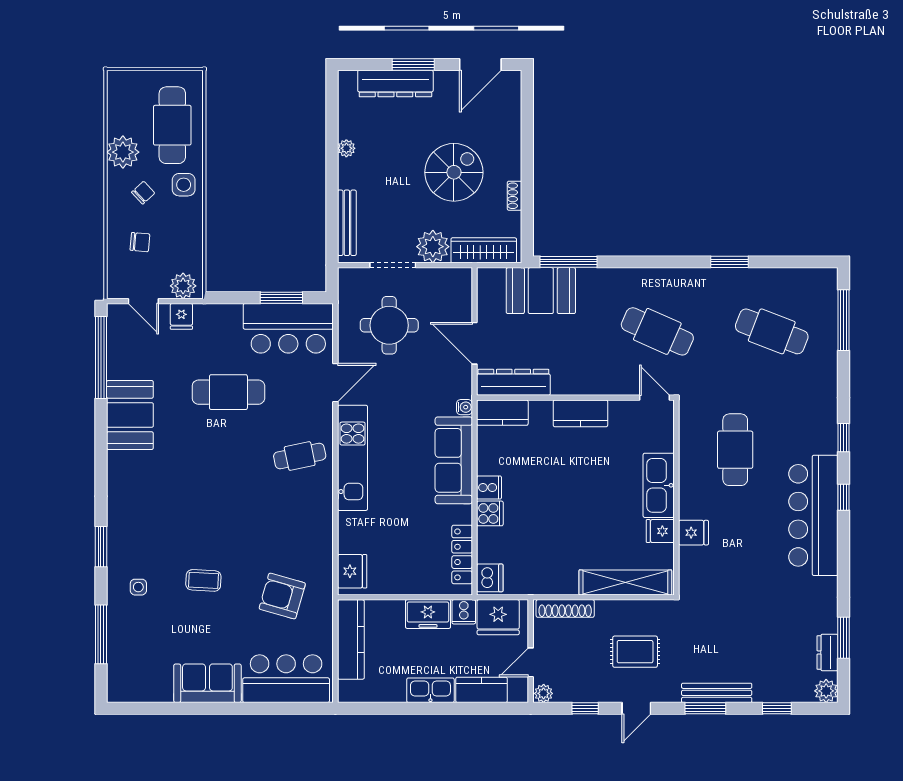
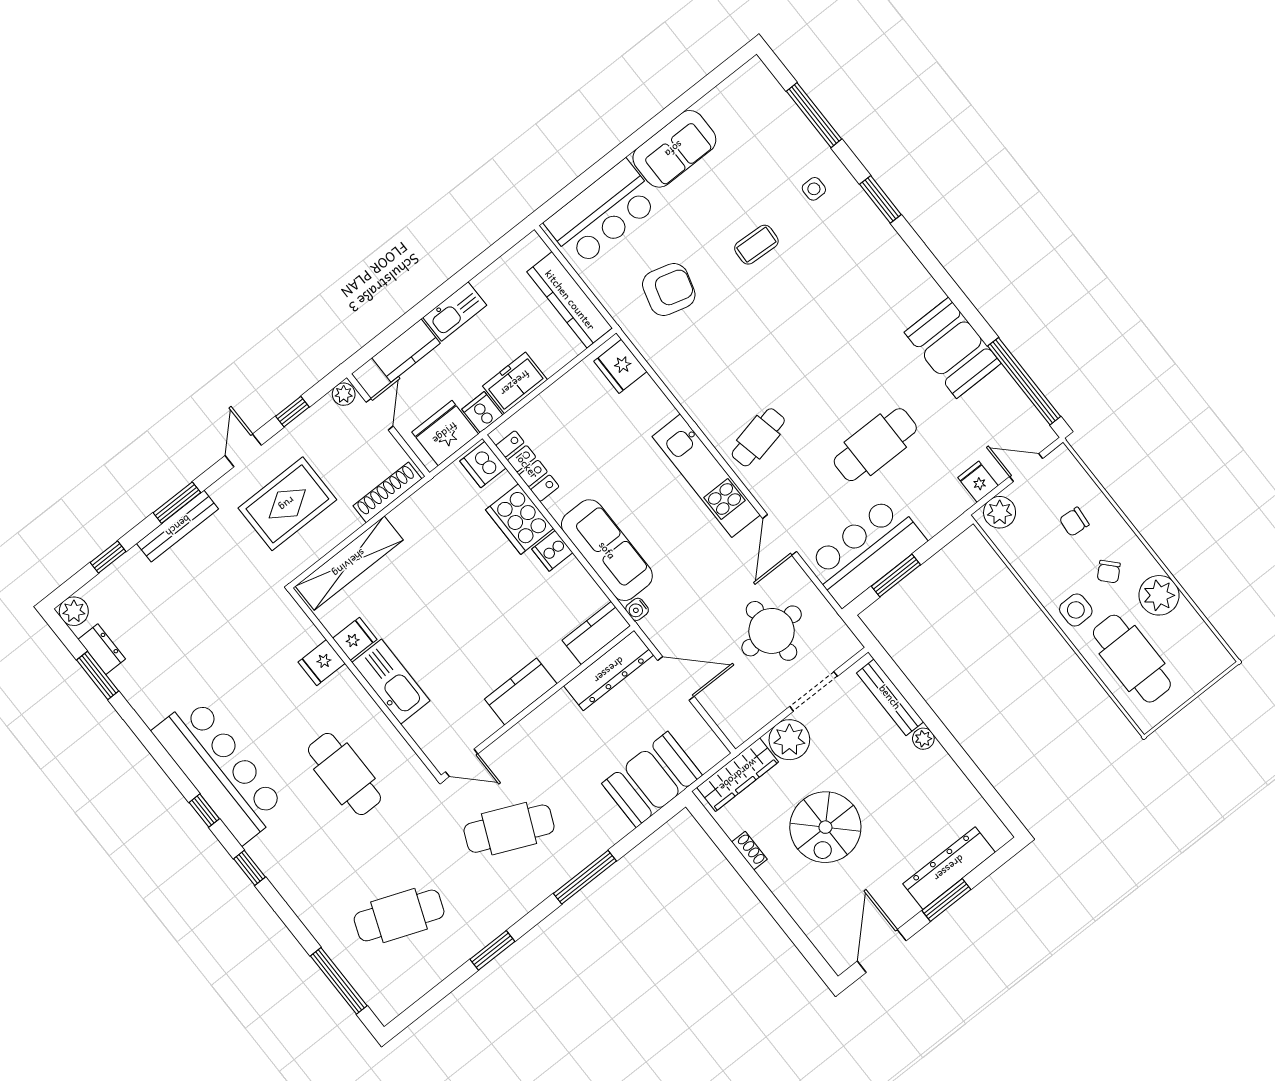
plant: (346, 148) -> (923, 739), moved
window: (568, 262) -> (585, 877), moved
cooker: (490, 513) -> (520, 519), width x1.87, depth x1.31
rug: (635, 652) -> (287, 504), width x1.36, depth x1.43

